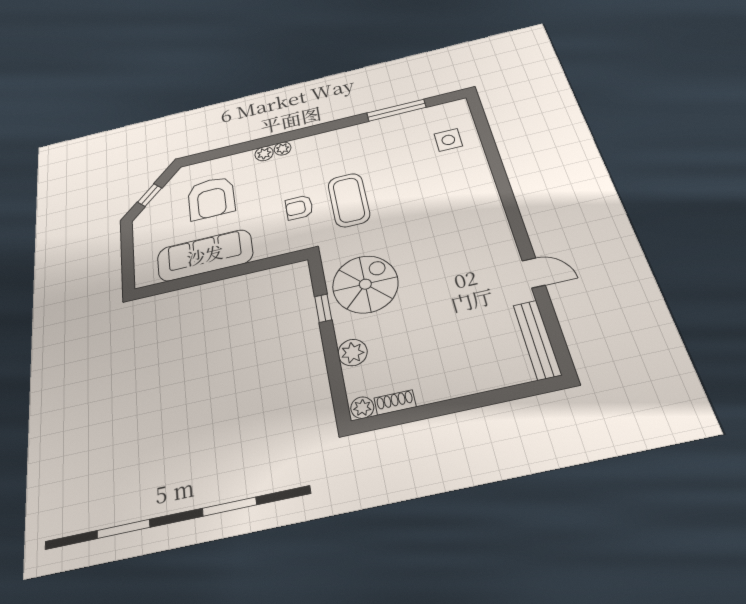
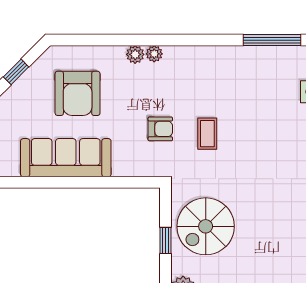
coffee table: (349, 200) -> (207, 134), width x0.54, depth x0.58
armchair: (299, 207) -> (160, 129), turned 180
spiral stairs: (365, 284) -> (206, 226), turned 180

